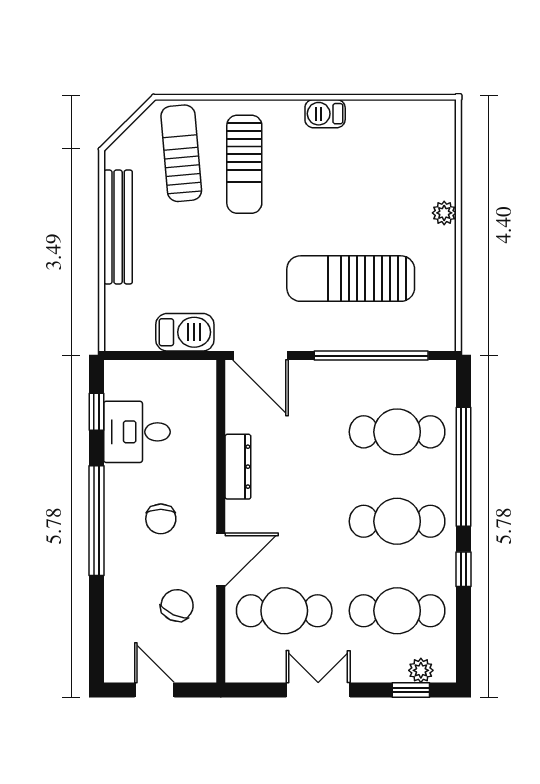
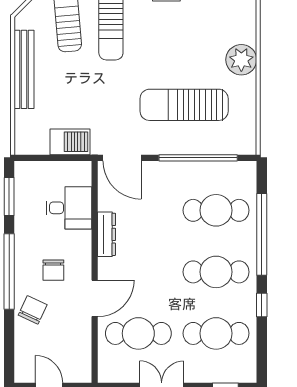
plant: (444, 213) -> (241, 60), width x1.88, depth x1.88
window: (96, 412) -> (9, 197), width x1.50
desk: (137, 432) -> (69, 208), moved, turned 180
chair: (177, 605) -> (33, 310), moved
plant: (421, 670) -> (232, 374), removed

